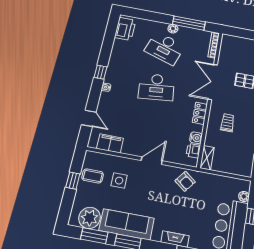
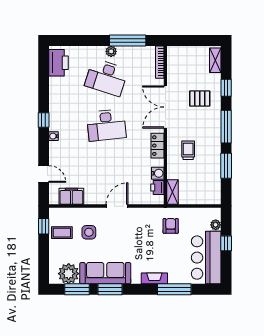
window: (73, 181) -> (44, 226), moved
armchair: (185, 181) -> (171, 226), moved, turned -128

